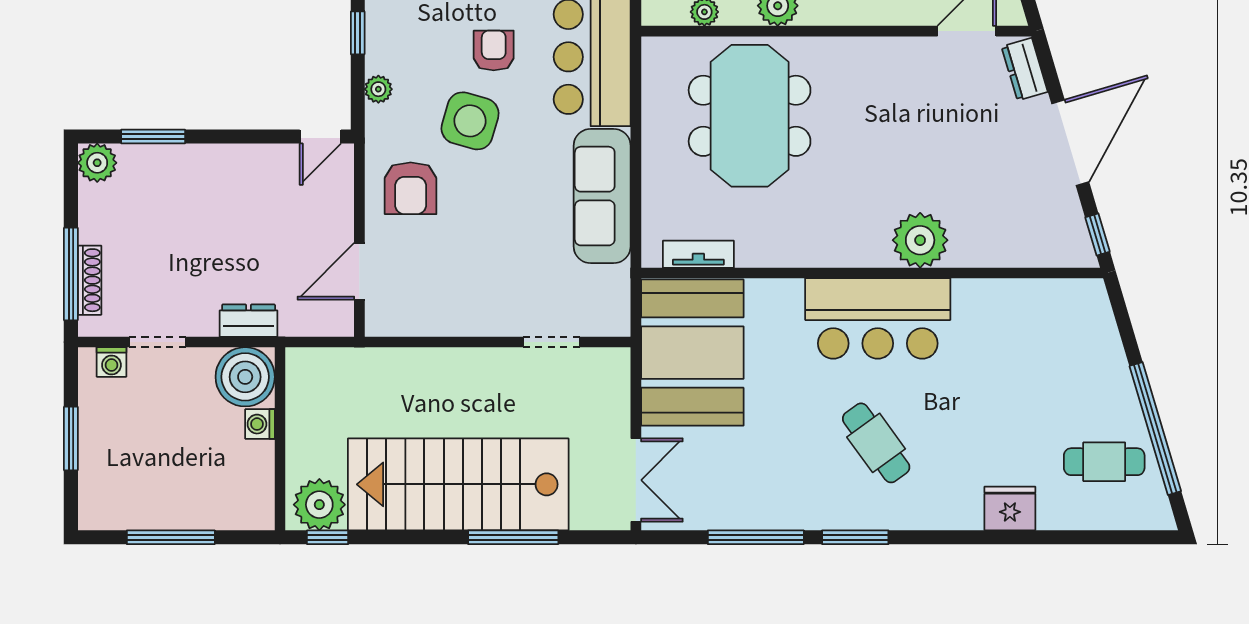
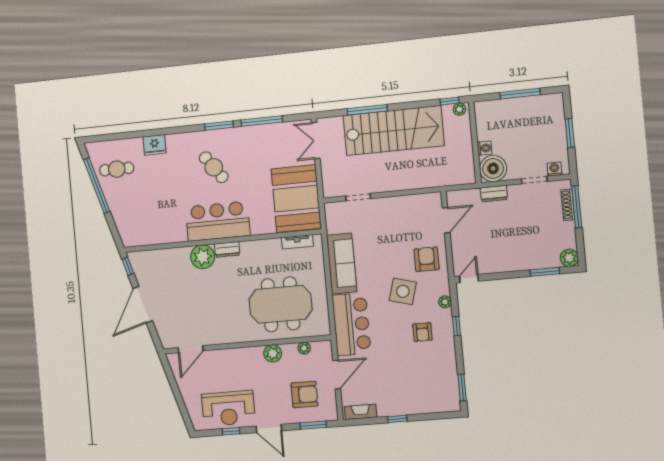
armchair: (494, 50) -> (422, 332), moved
dresser: (1025, 69) -> (227, 249), moved, turned 107
meeting table: (750, 116) -> (281, 304), turned 90
plant: (319, 505) -> (459, 109), width x0.53, depth x0.53

